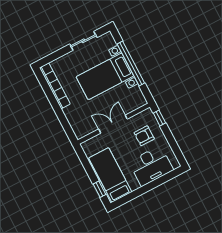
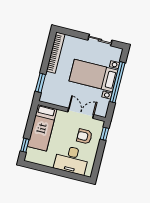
window: (65, 123) -> (40, 83), added
double door: (113, 124) -> (81, 113), moved
bed: (110, 175) -> (42, 128), moved, turned 180

